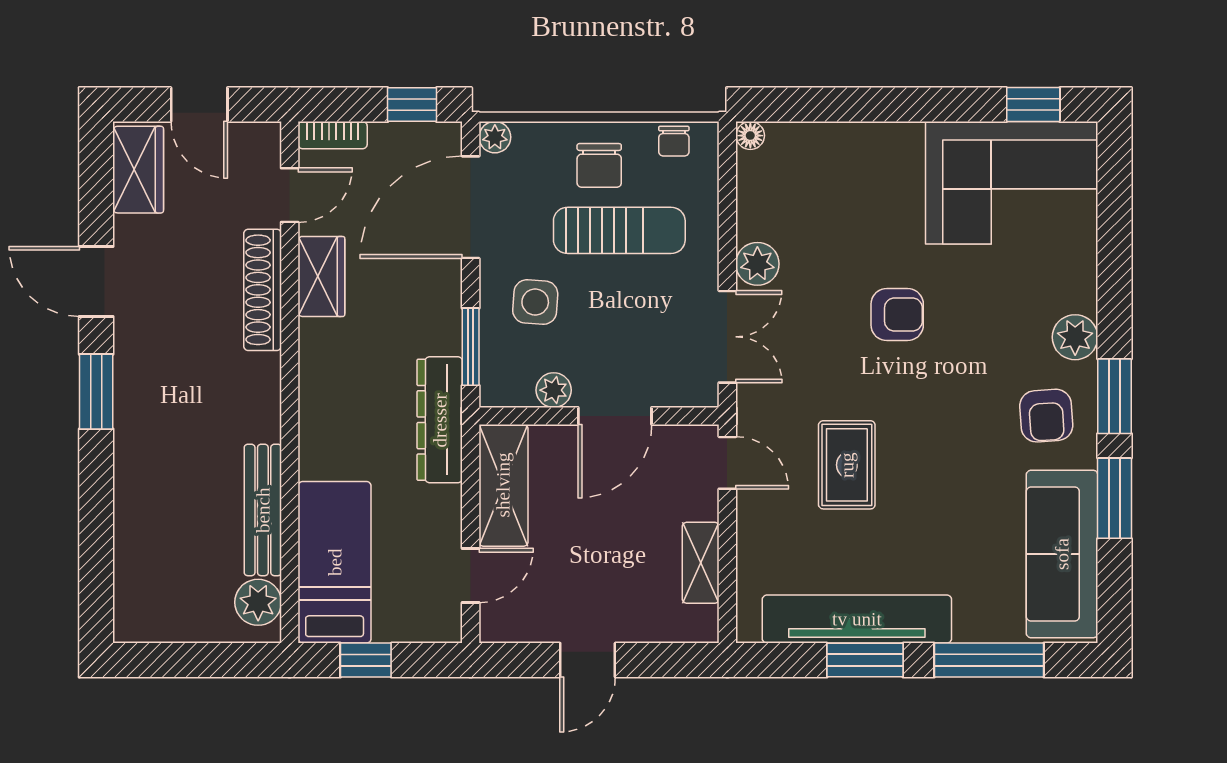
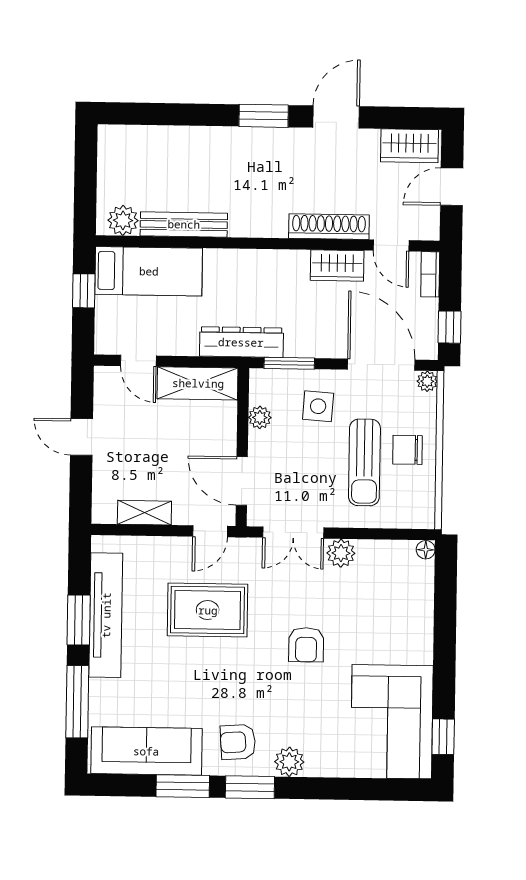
chair: (674, 141) -> (423, 499), removed
door: (615, 416) -> (242, 481), moved
rug: (847, 465) -> (208, 610), width x1.36, depth x1.43

